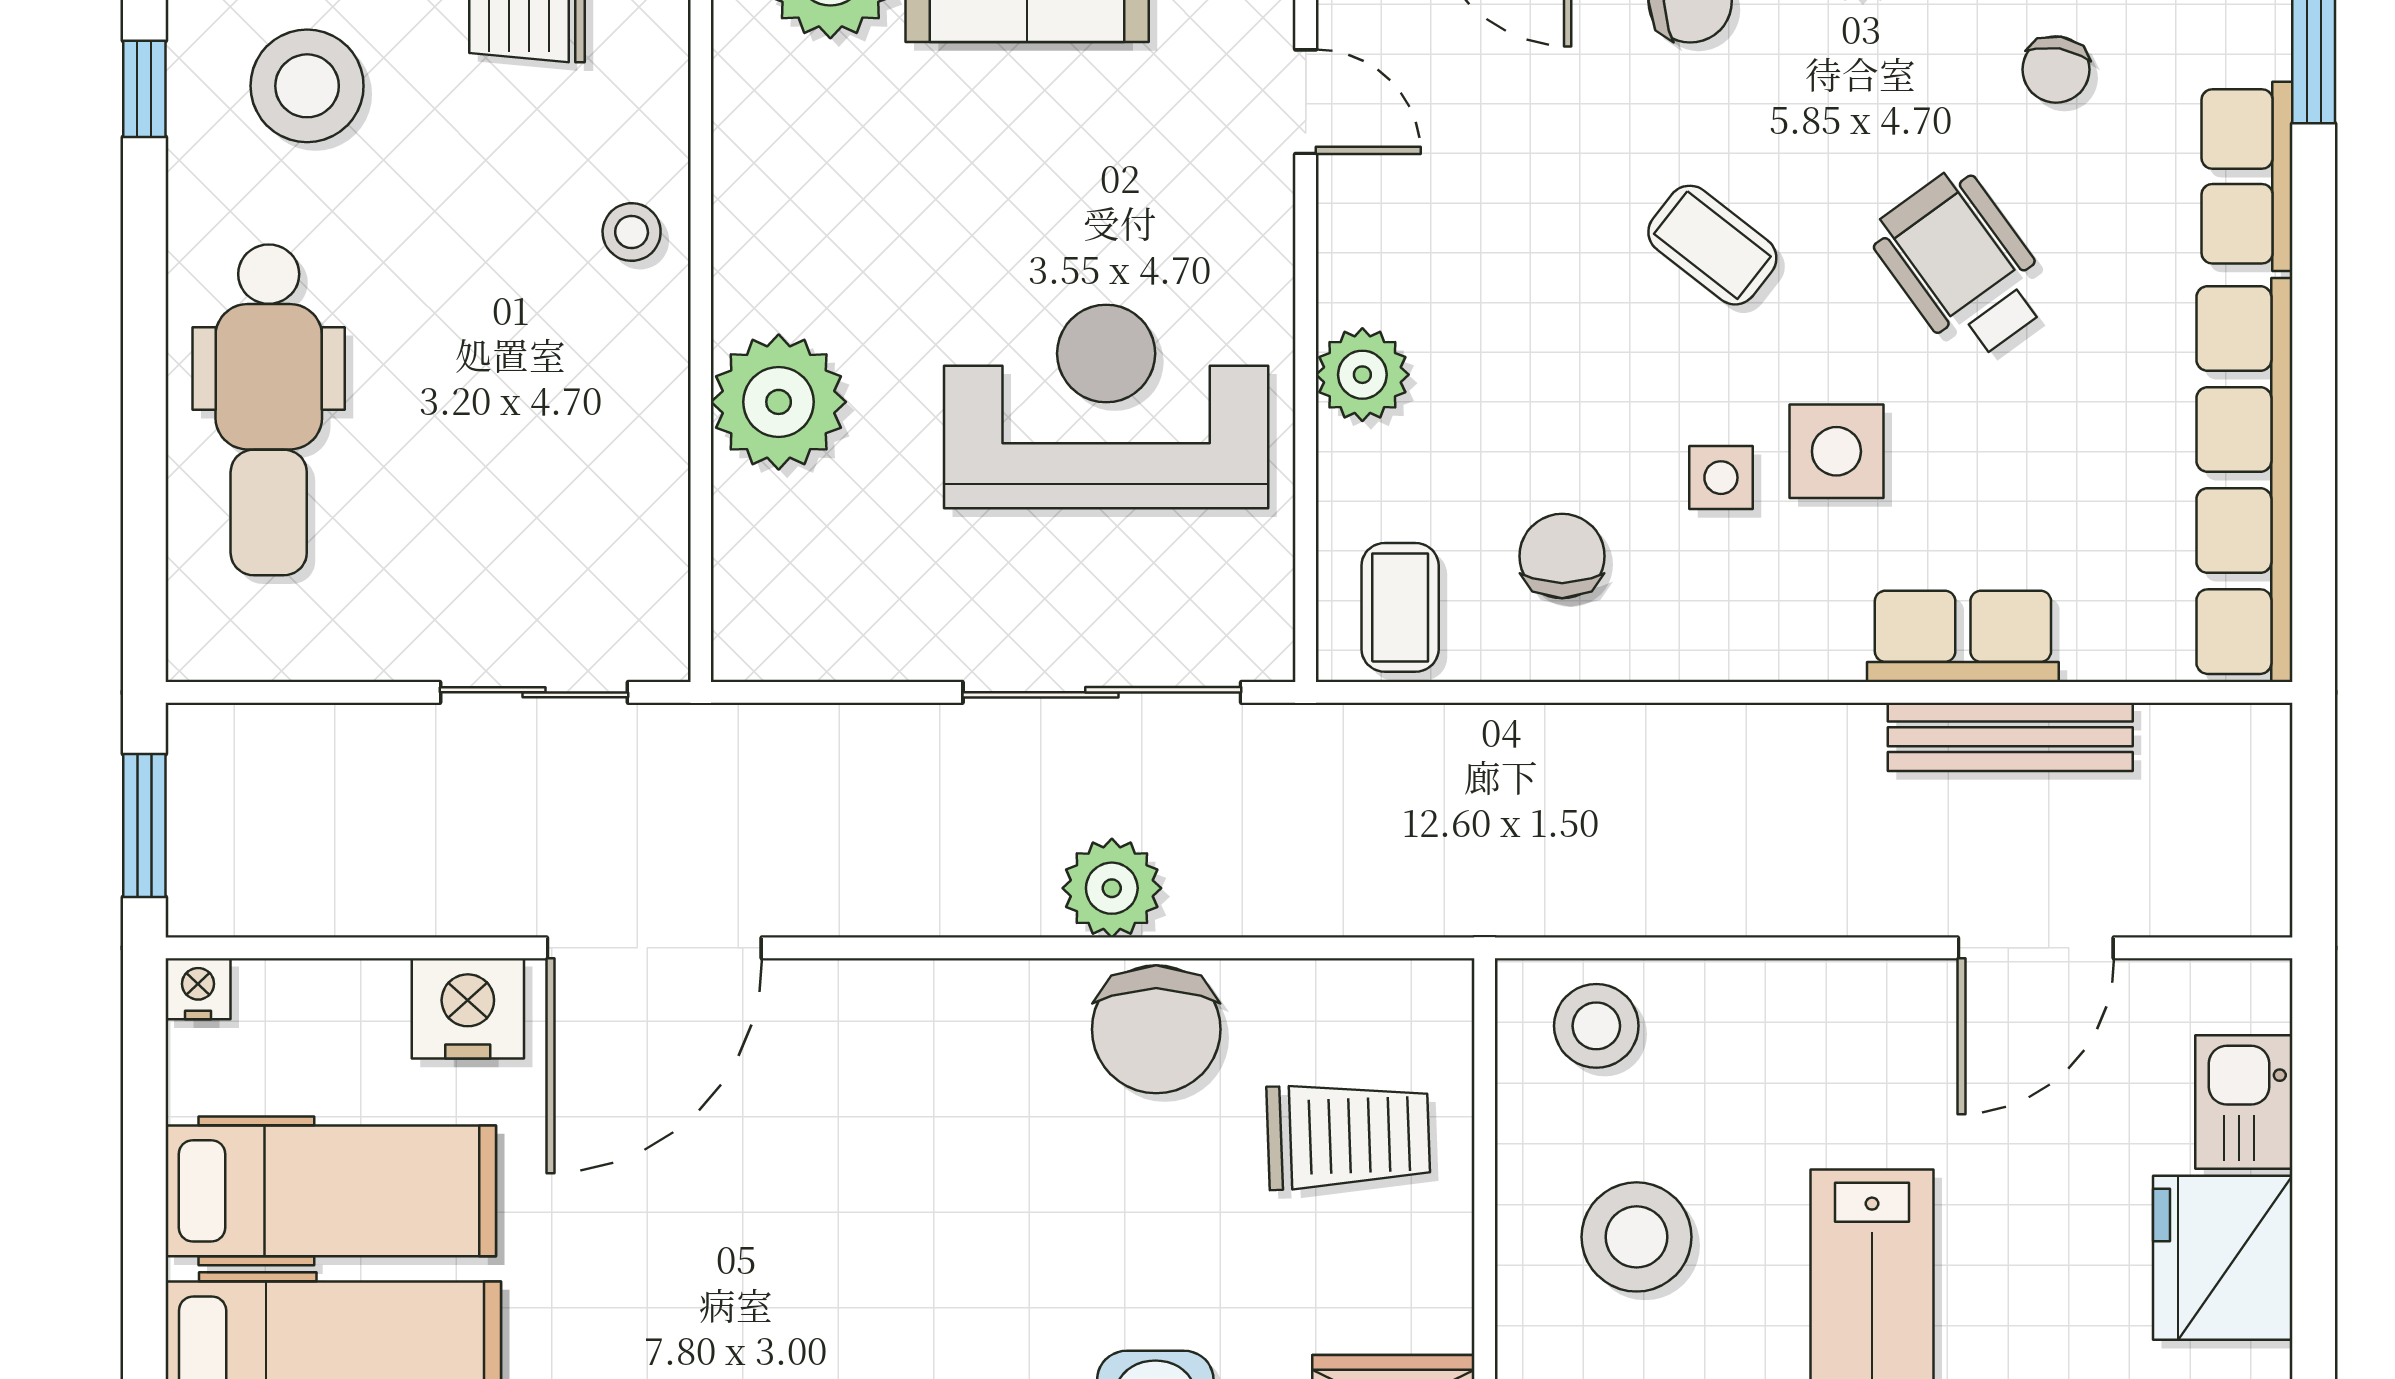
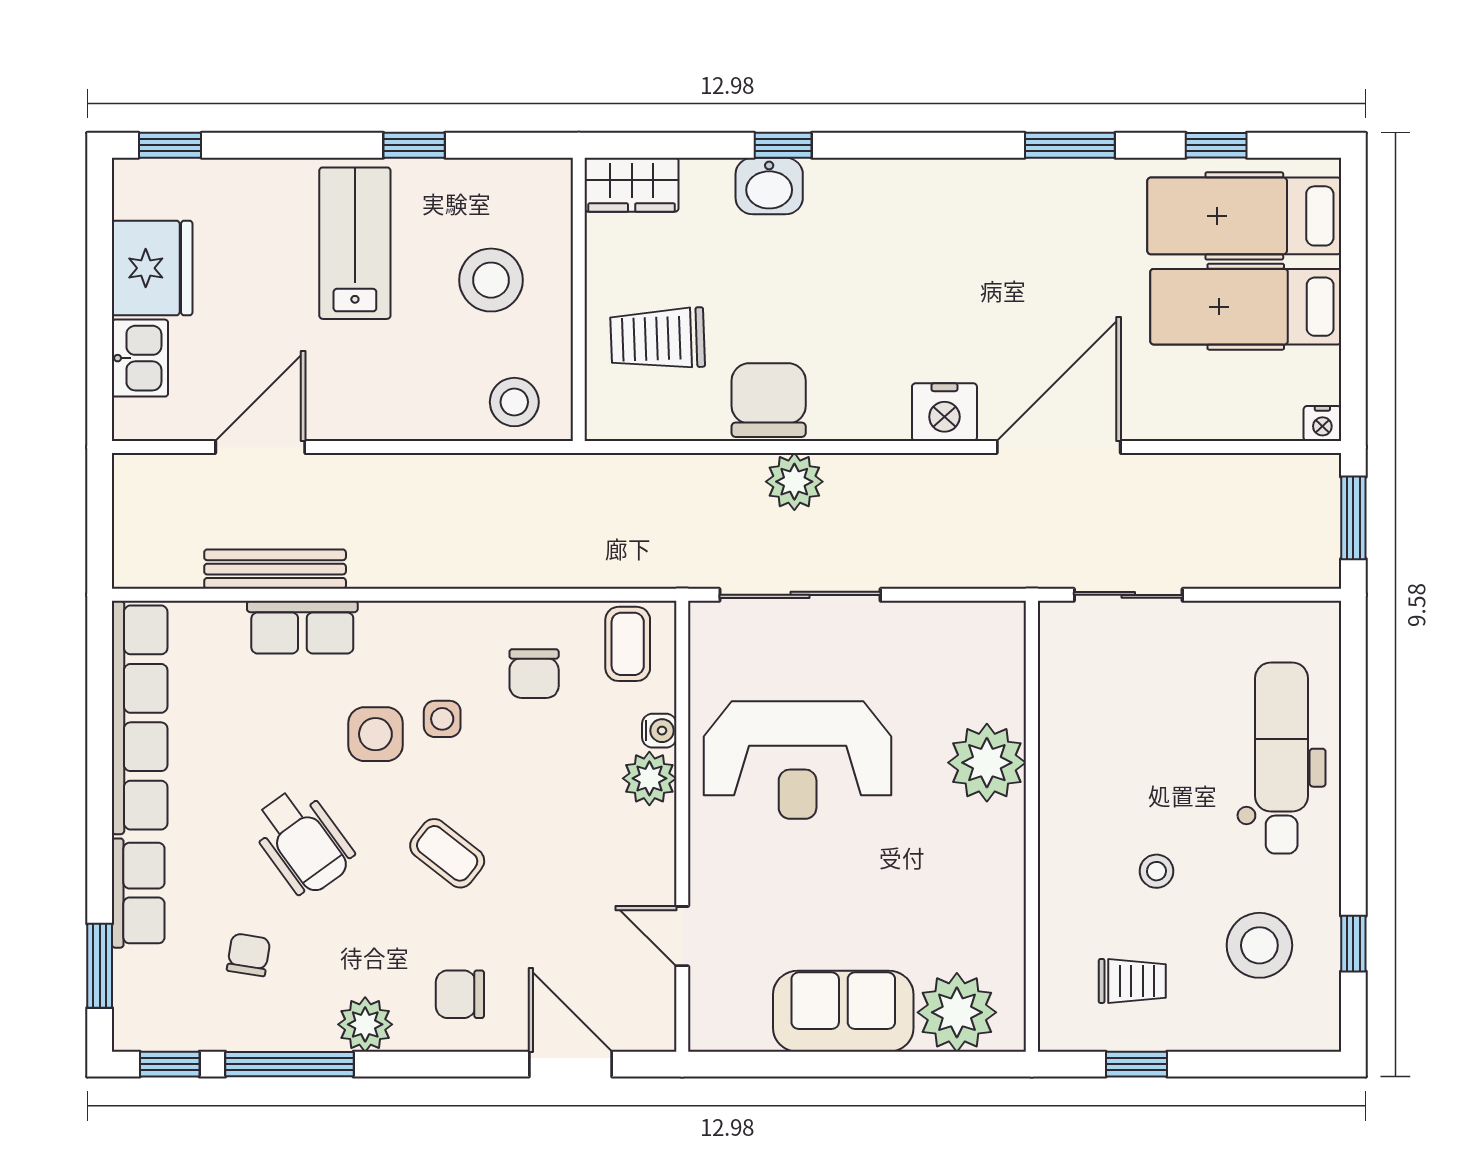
stool: (632, 232) -> (1156, 871), moved
water cooler: (1345, 457) -> (659, 731), added
nightstand: (468, 1008) -> (944, 412), moved

